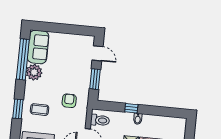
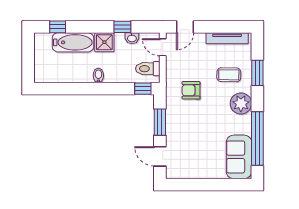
plant: (34, 72) -> (241, 104), moved
armchair: (69, 101) -> (191, 90), turned 90
window: (131, 108) -> (143, 89), moved

